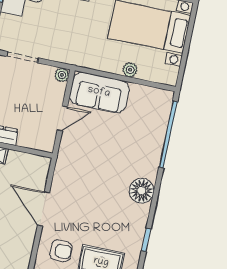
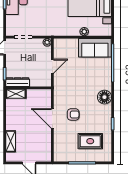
sofa: (99, 92) -> (95, 48), moved
armchair: (61, 251) -> (73, 114), moved

